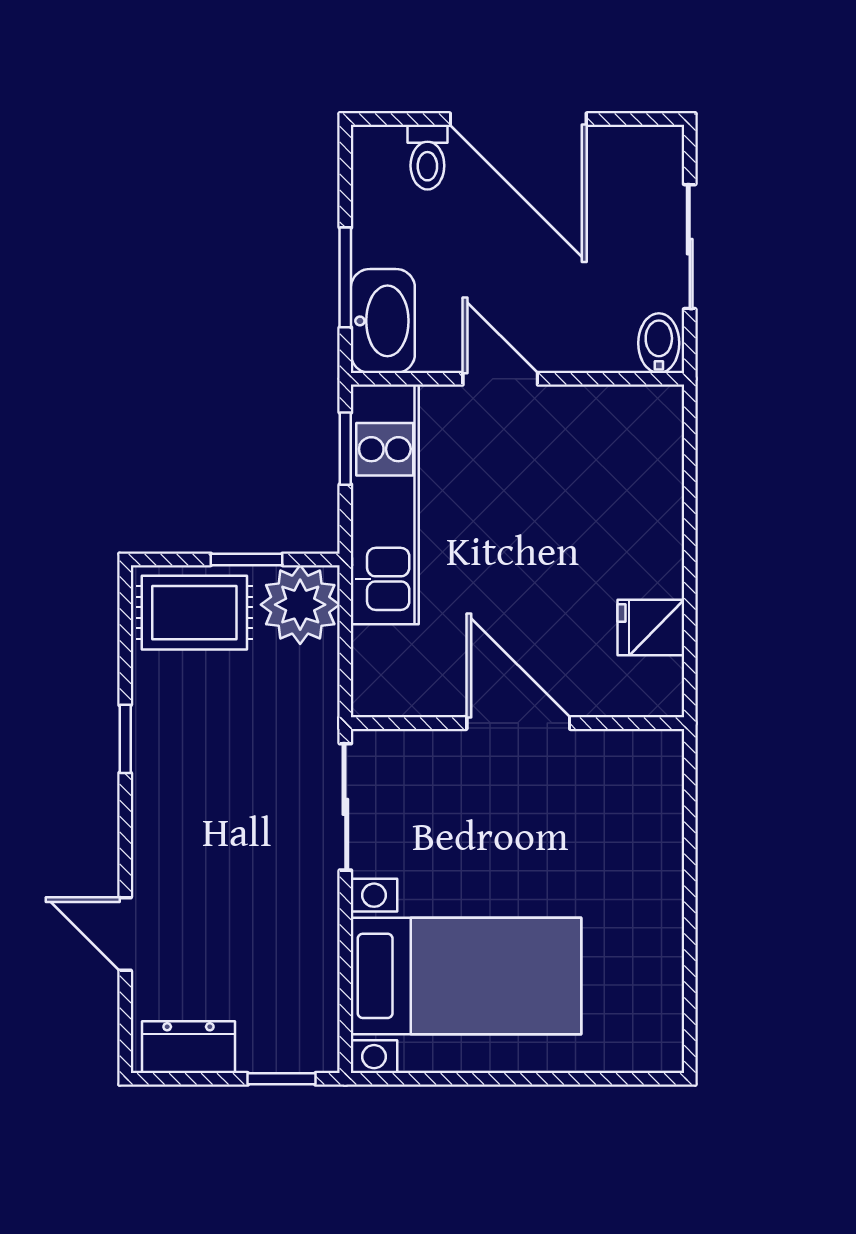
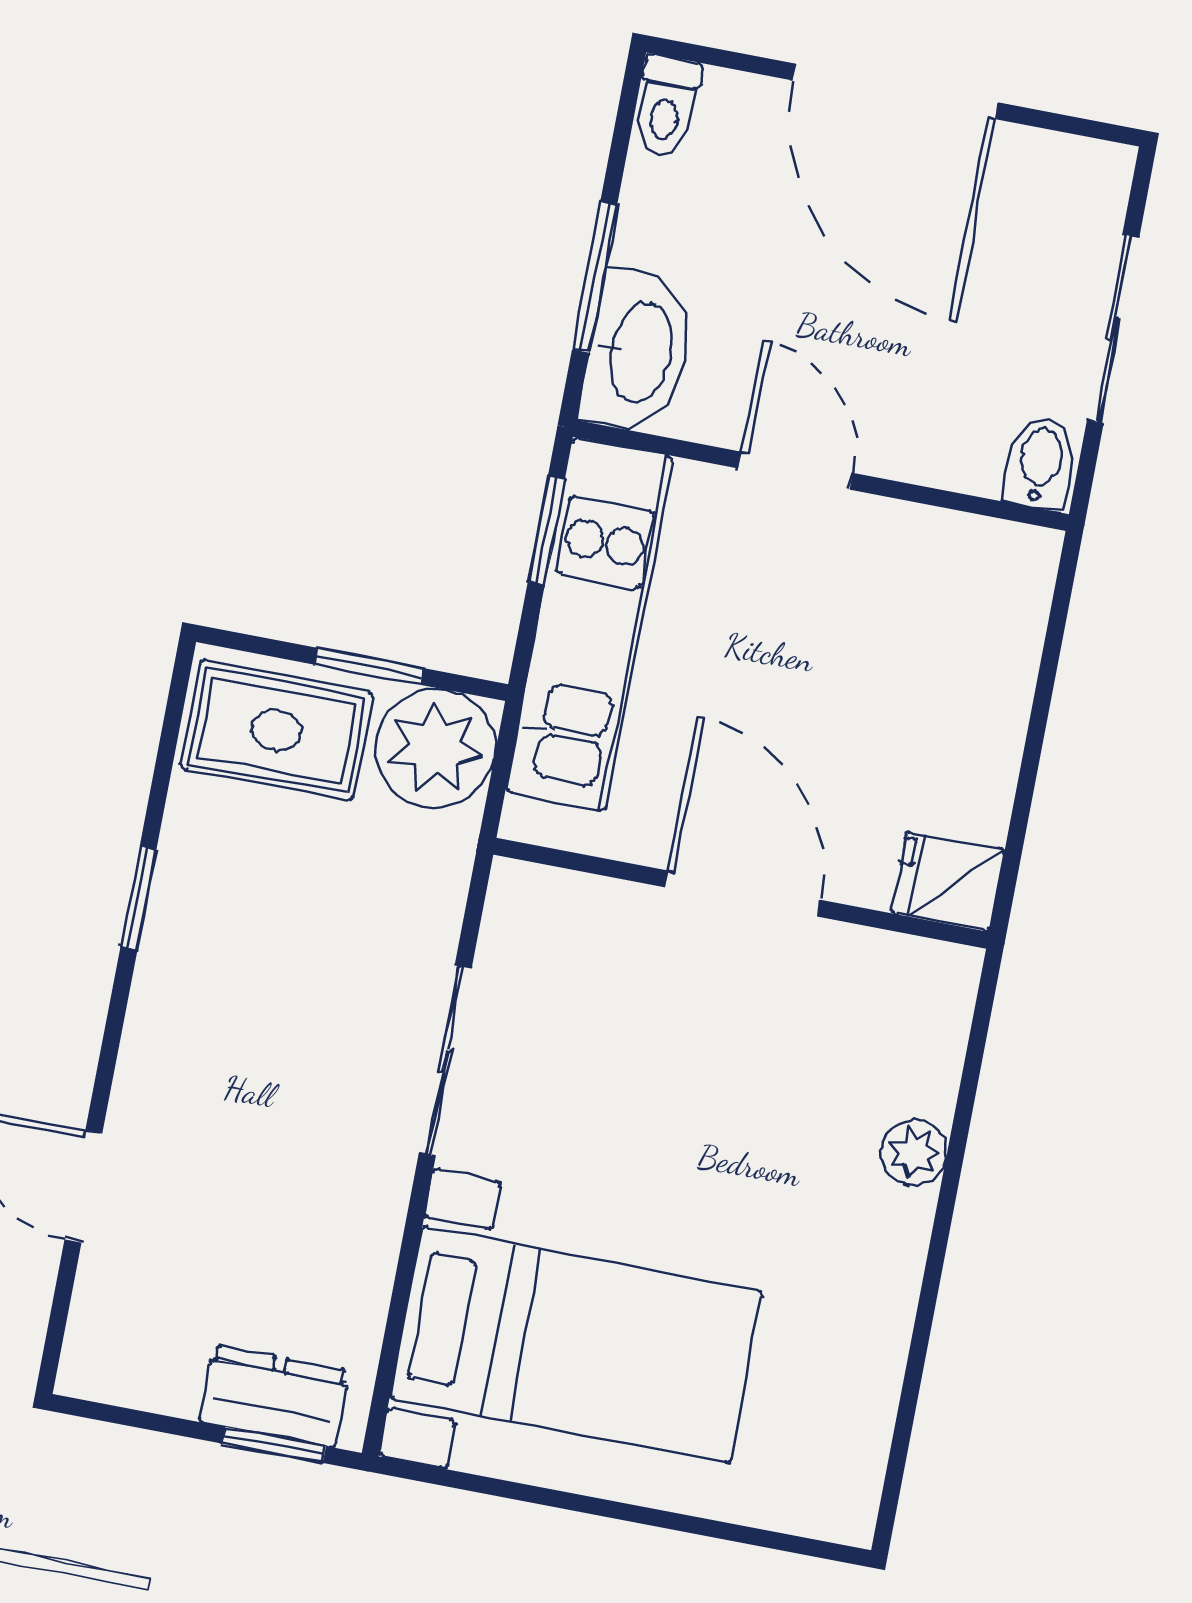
toilet: (427, 157) -> (666, 106), moved
door: (518, 723) -> (742, 894), moved
wall: (518, 723) -> (741, 893), moved
plant: (662, 808) -> (914, 1152), added
dresser: (188, 1047) -> (274, 1396), moved

